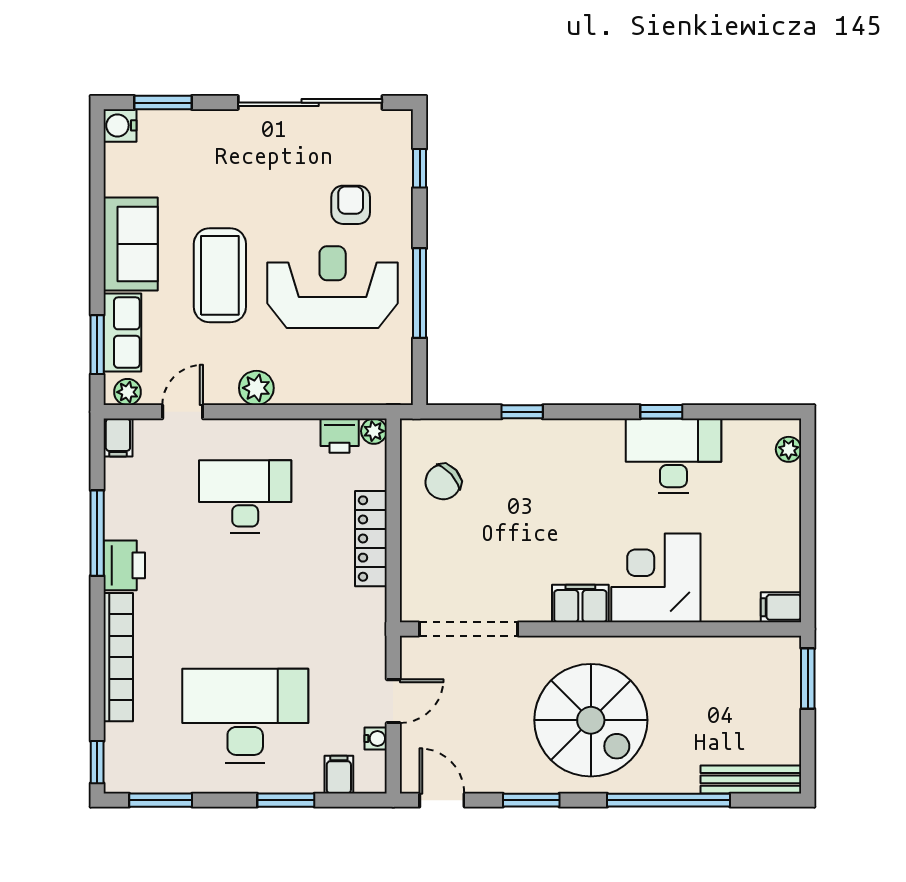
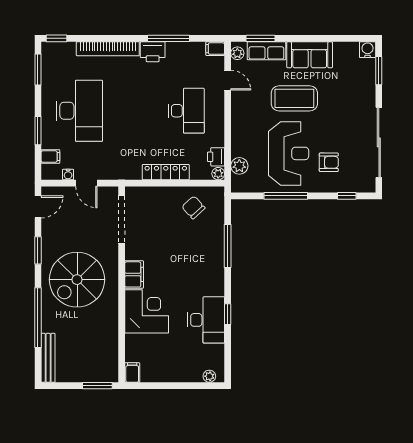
plant: (256, 388) -> (239, 166), moved
window: (522, 412) -> (228, 246), width x2.17

